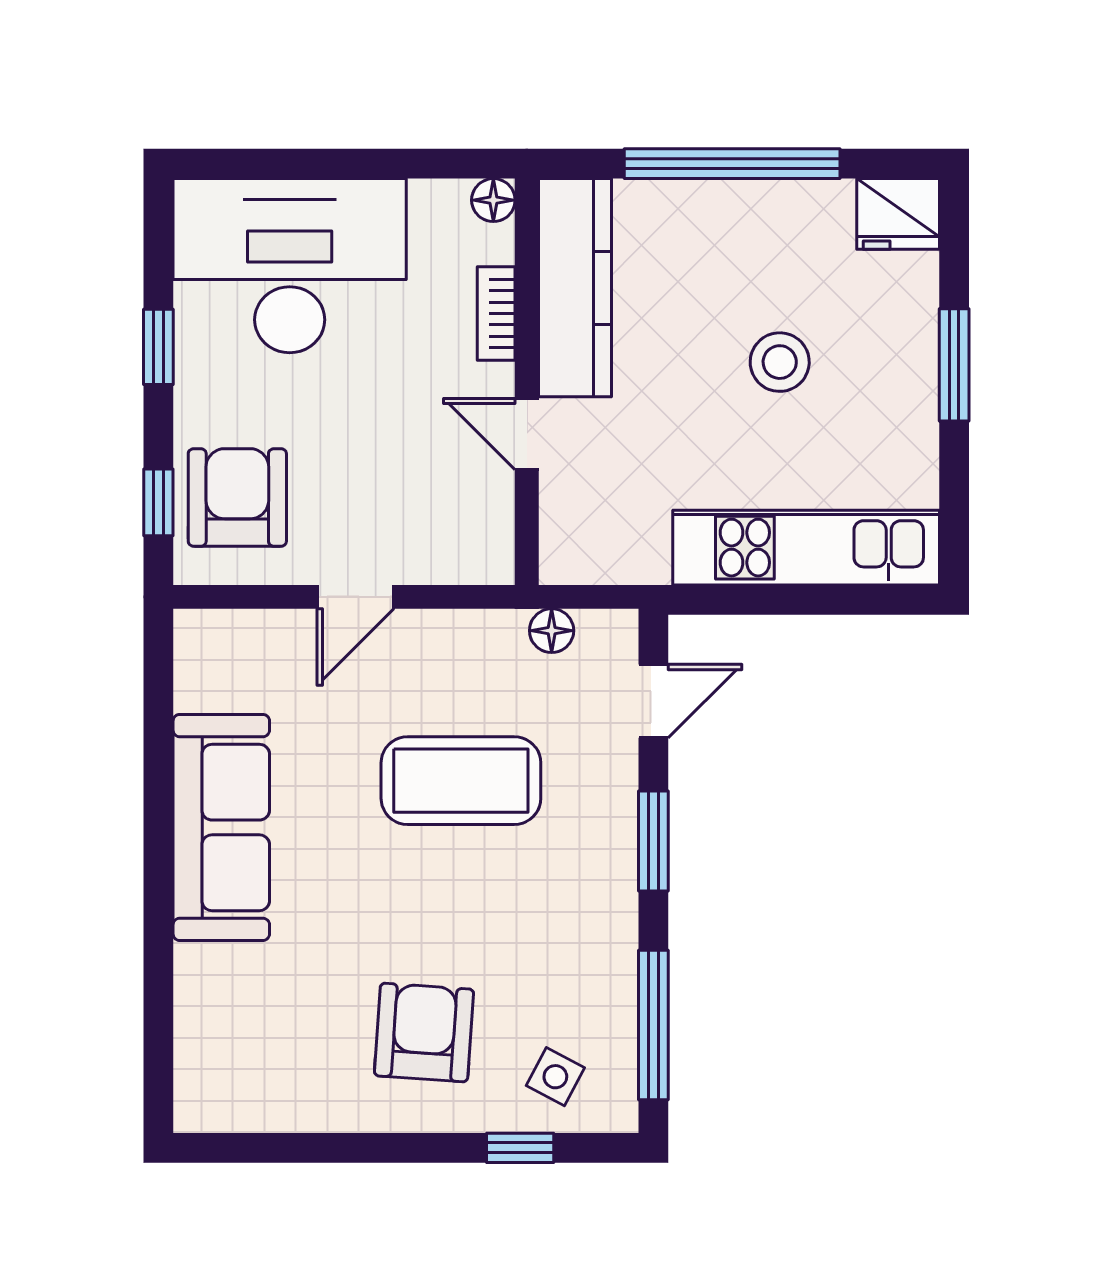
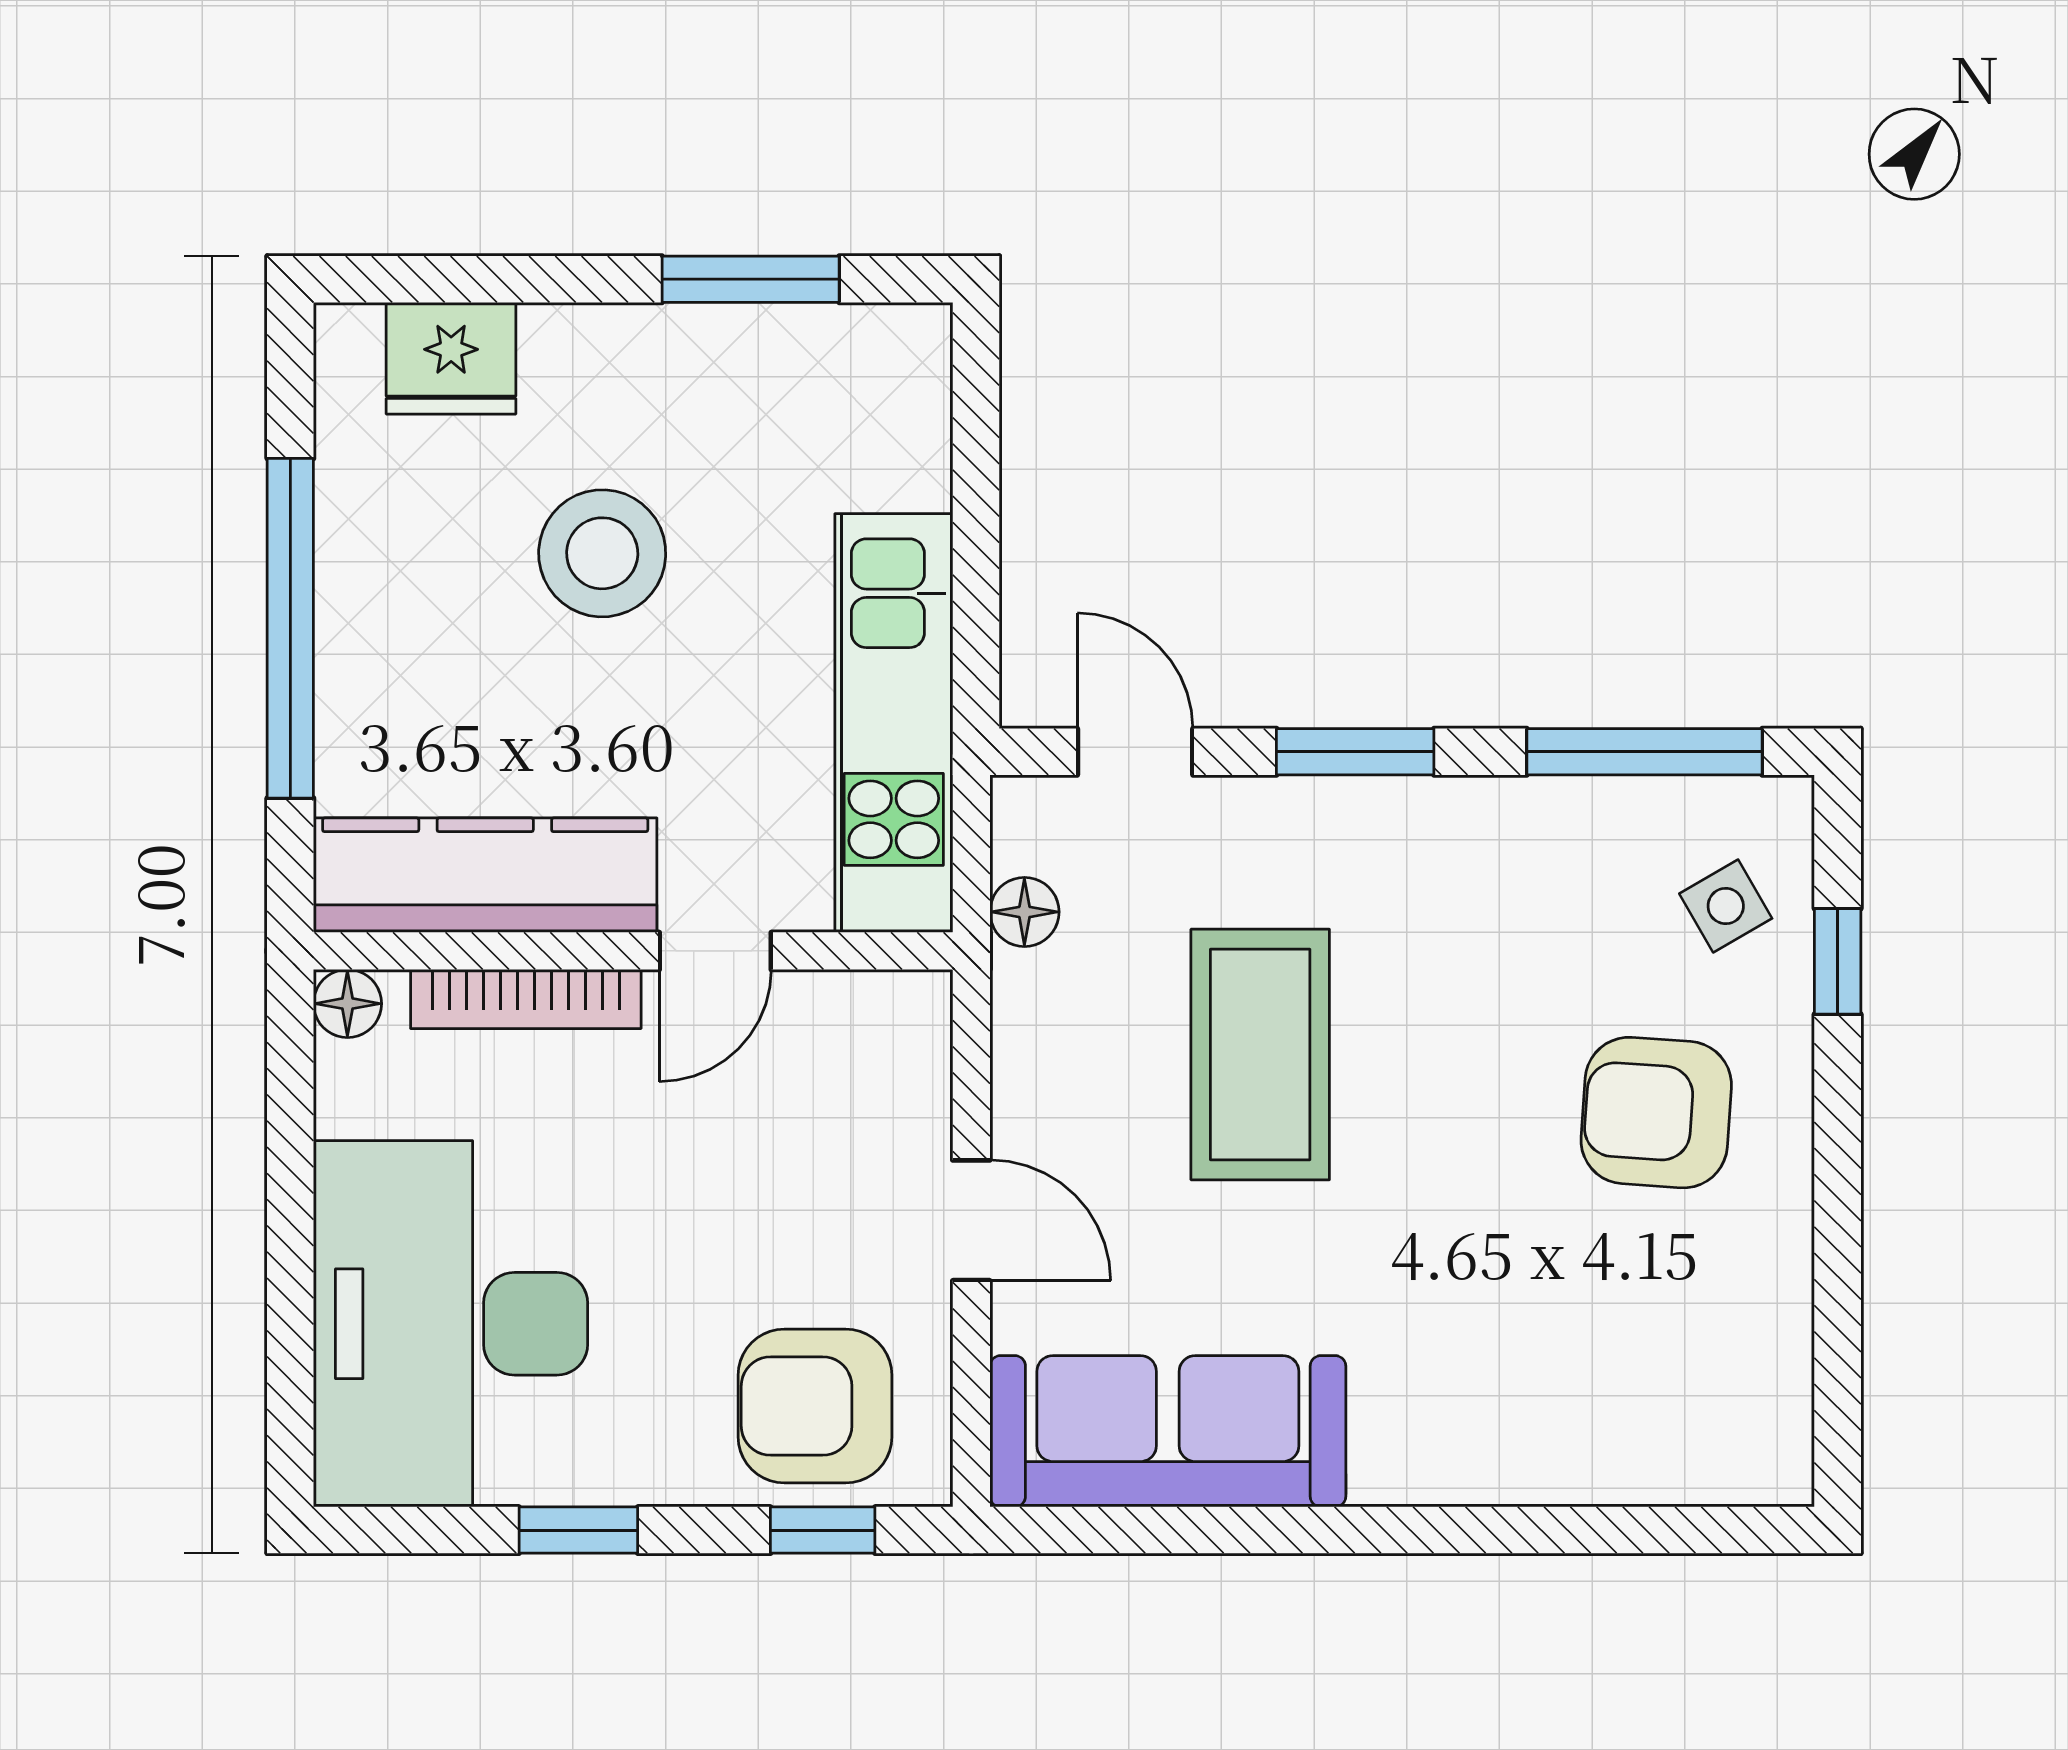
fridge: (898, 214) -> (451, 358), moved, turned 90
bookcase: (496, 314) -> (526, 999), width x1.56
stool: (780, 362) -> (602, 553), width x1.38, depth x1.38
window: (954, 365) -> (751, 279), moved
kitchen unit: (806, 548) -> (894, 723), moved
sofa: (221, 827) -> (1168, 1431), moved
side table: (555, 1077) -> (1726, 906), turned 32

